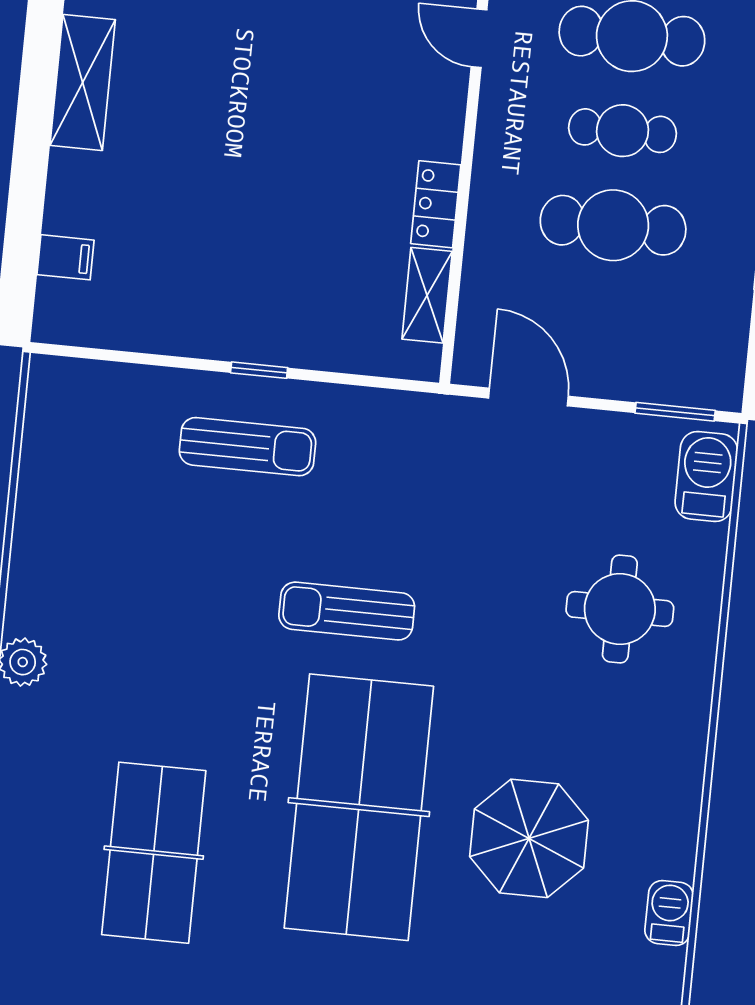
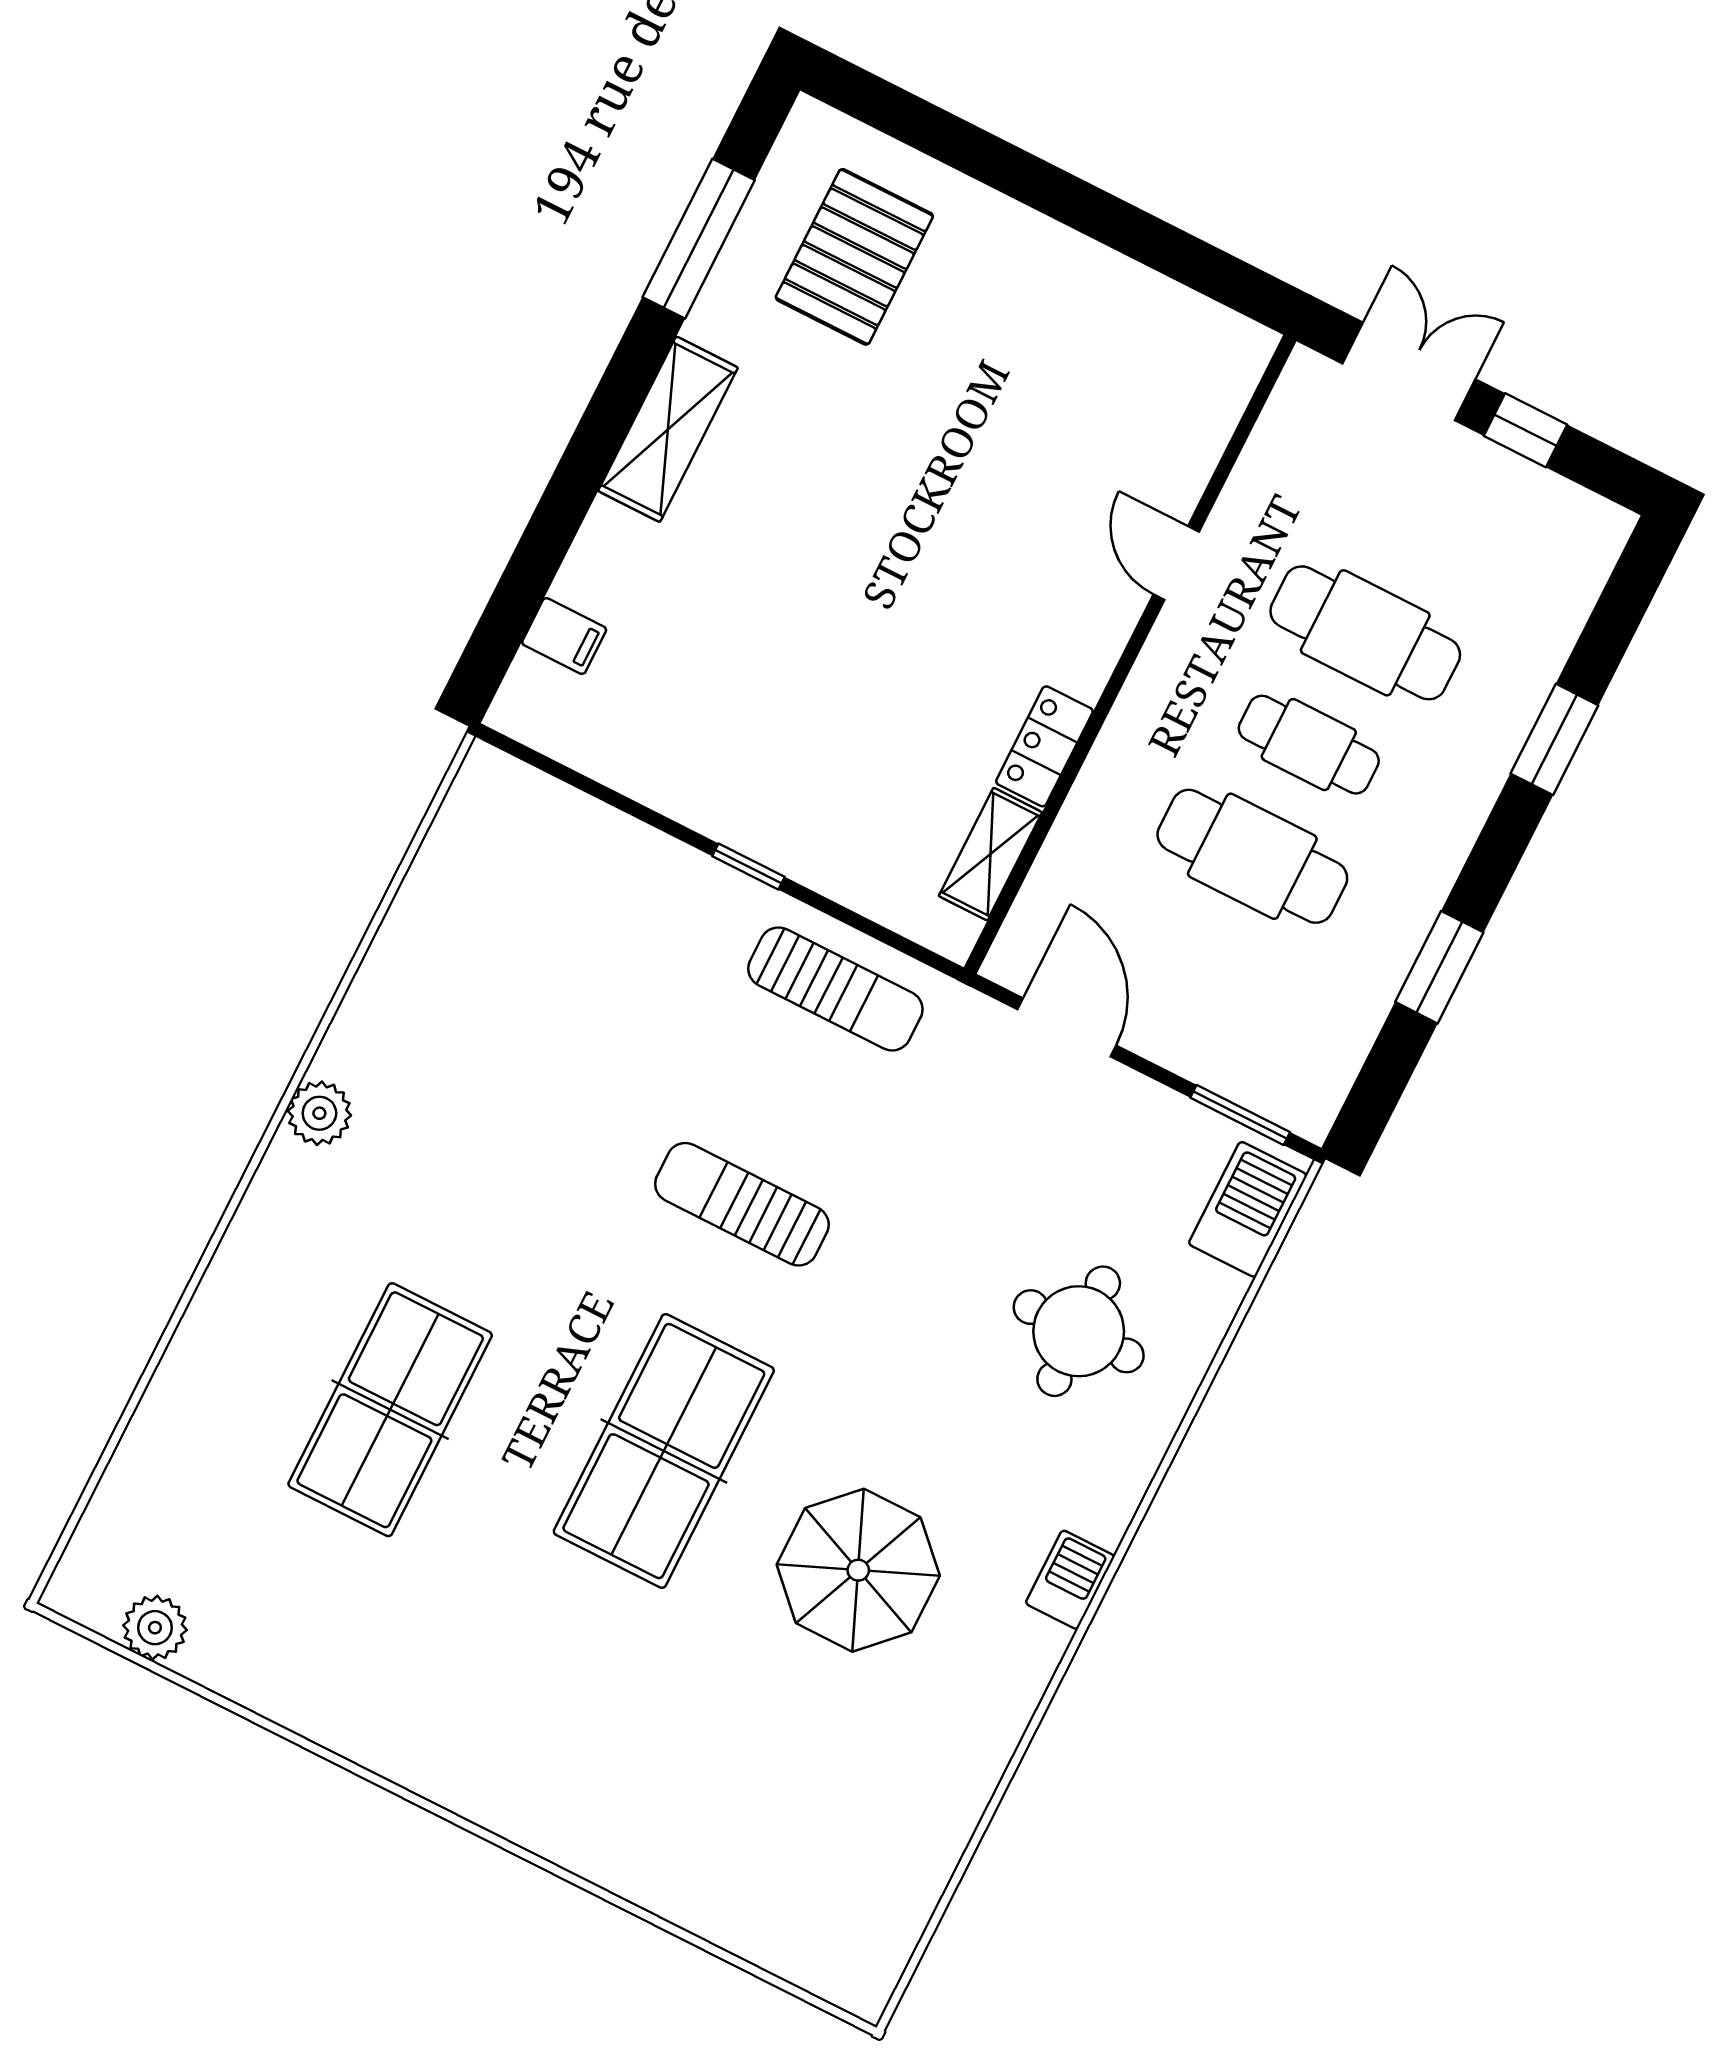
sun lounger: (248, 447) -> (835, 989), moved
table tennis table: (359, 807) -> (664, 1451), width x0.73, depth x0.76
barbecue: (669, 913) -> (1070, 1580), moved

